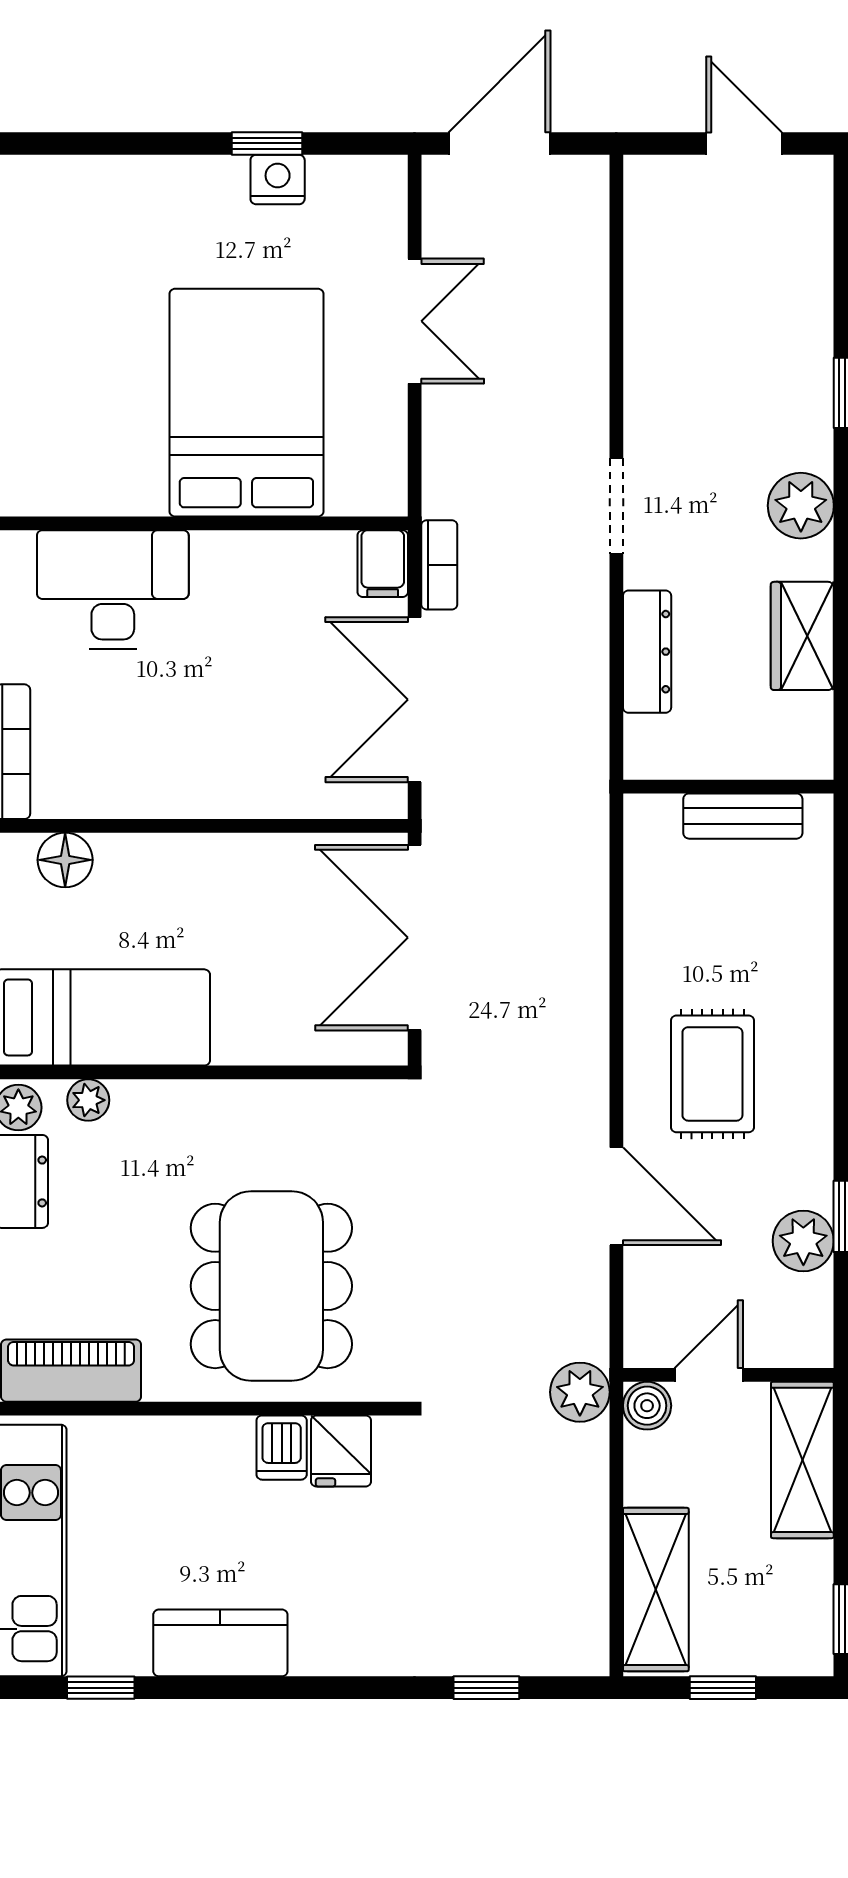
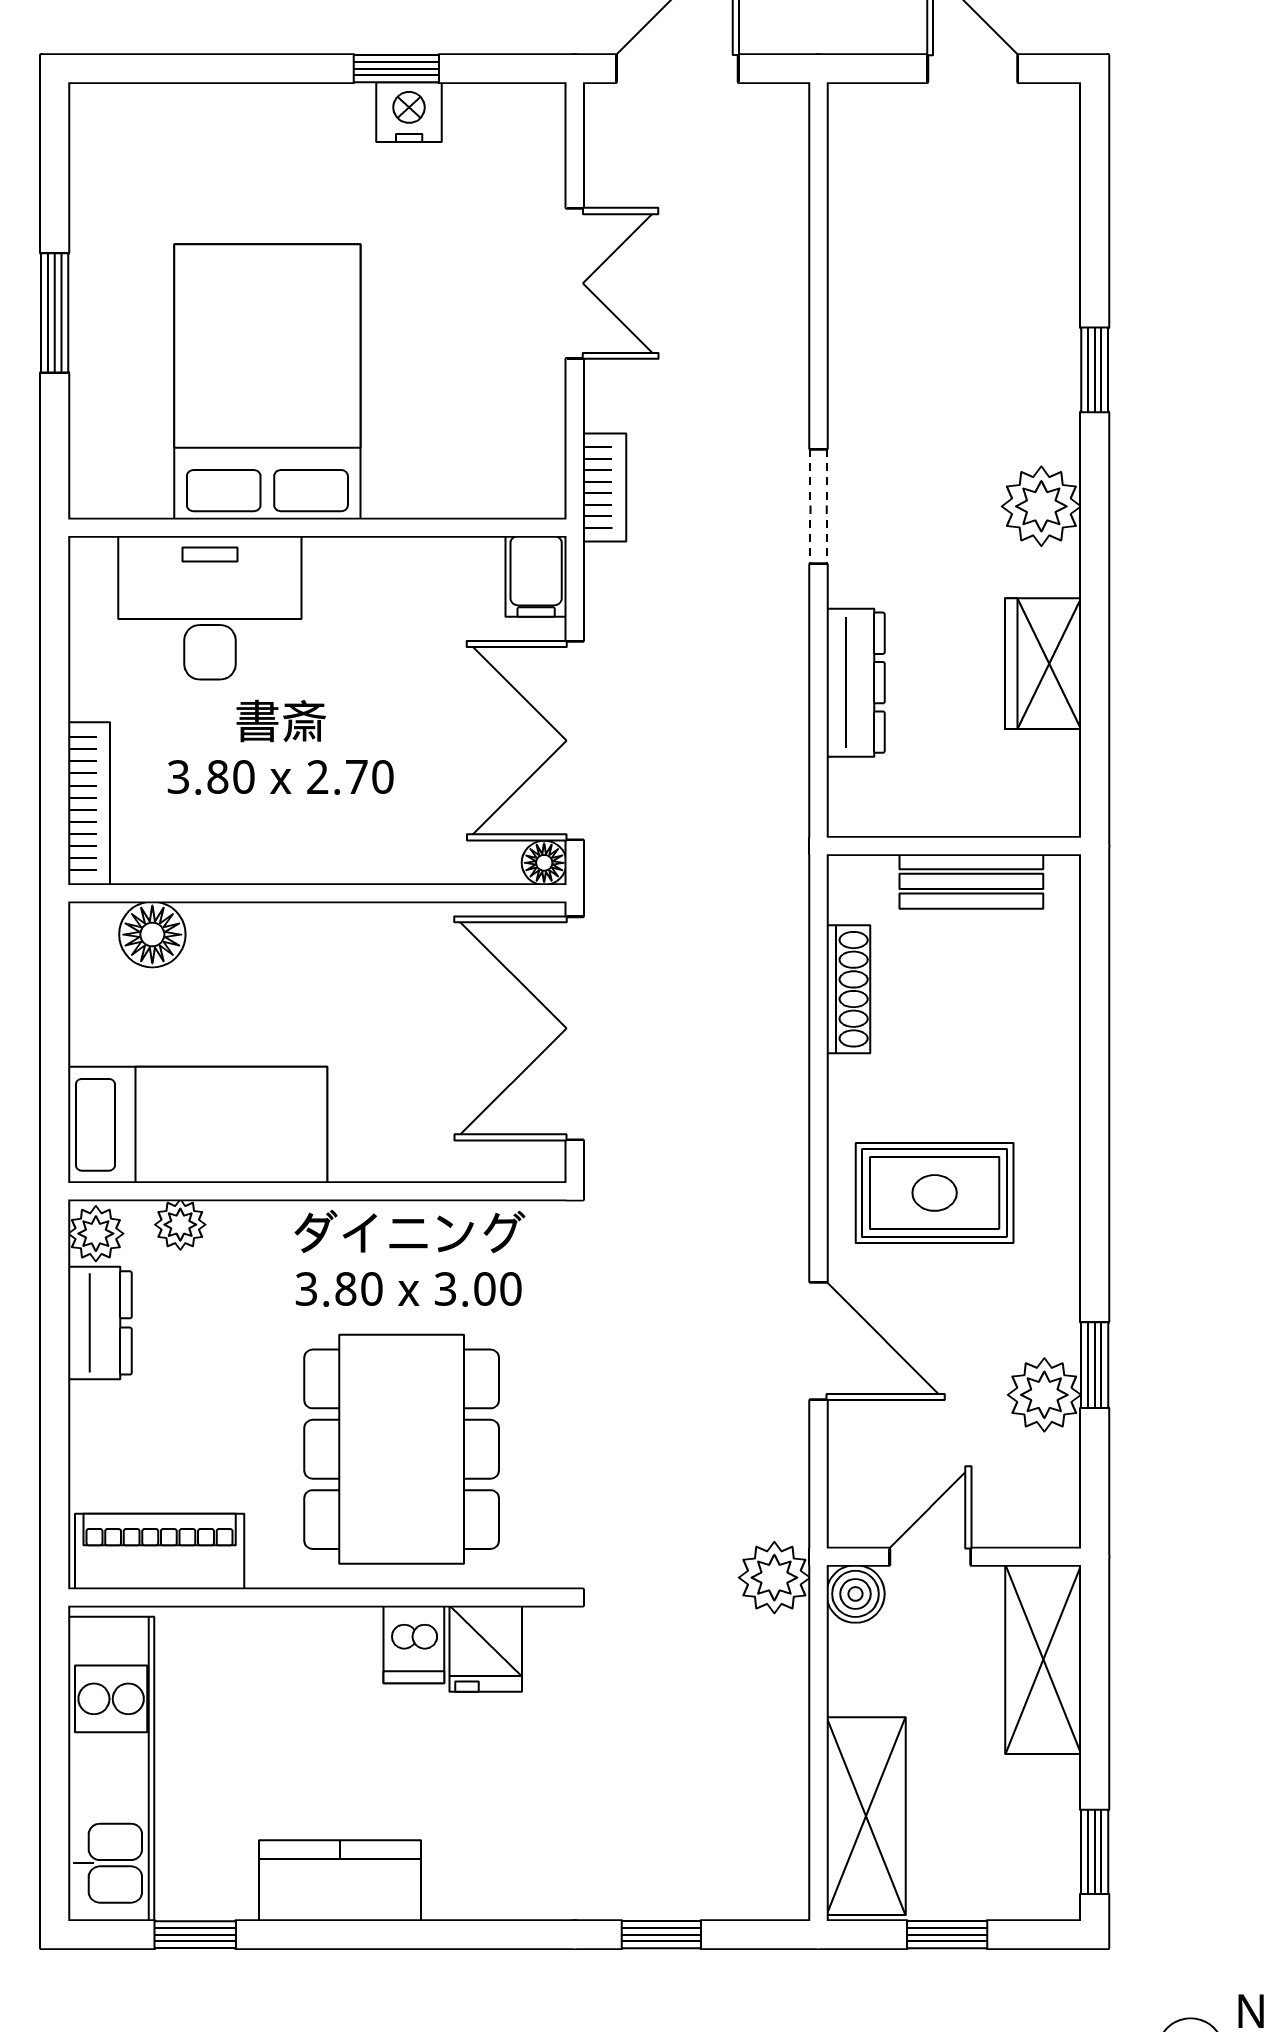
bed: (246, 403) -> (267, 382), moved
bookcase: (439, 565) -> (604, 488), moved
floor lamp: (389, 801) -> (544, 863), added
shoe rack: (641, 905) -> (848, 989), added
rug: (712, 1074) -> (935, 1193), turned 90

